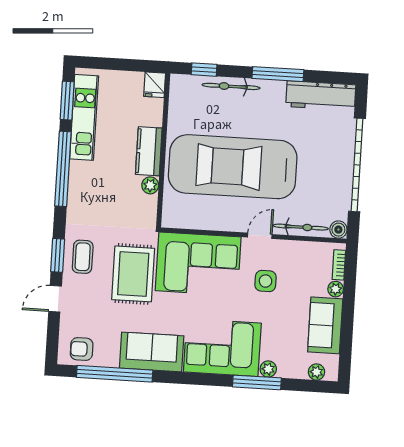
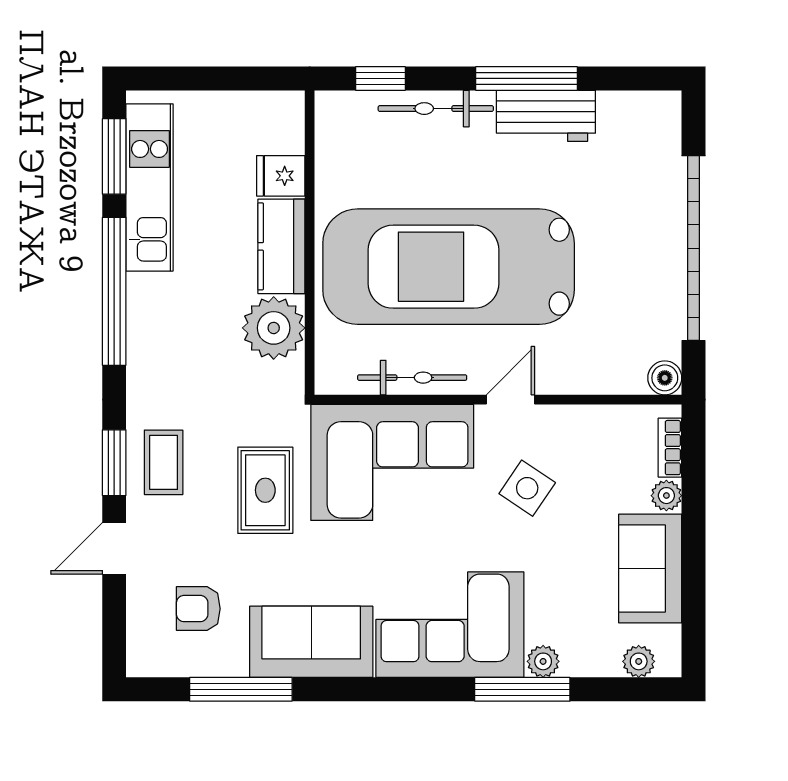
fridge: (155, 85) -> (281, 176), moved, turned 90
workbench: (321, 96) -> (546, 116), moved, width x0.73
plant: (150, 185) -> (274, 328), width x1.87, depth x1.87
bicycle: (301, 227) -> (412, 378), moved
rug: (133, 274) -> (265, 490), width x0.73, depth x0.70
side table: (266, 281) -> (527, 488), turned 34
armchair: (82, 349) -> (198, 609), moved
window: (115, 374) -> (241, 689), width x0.68

